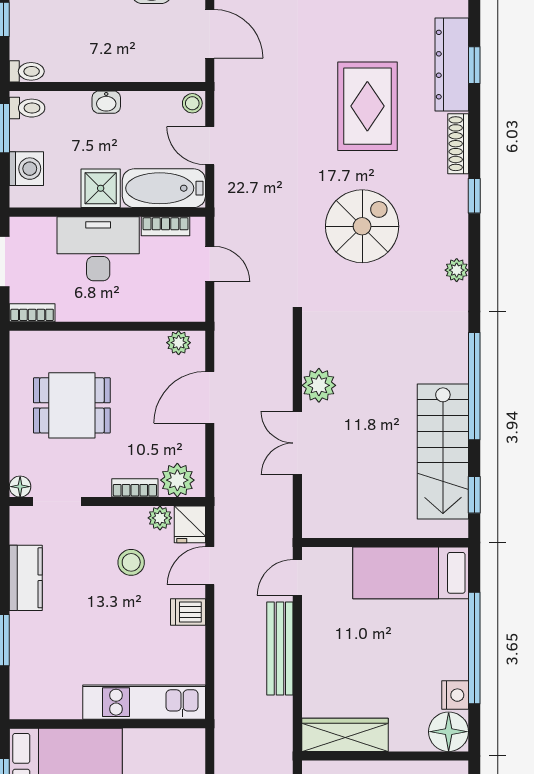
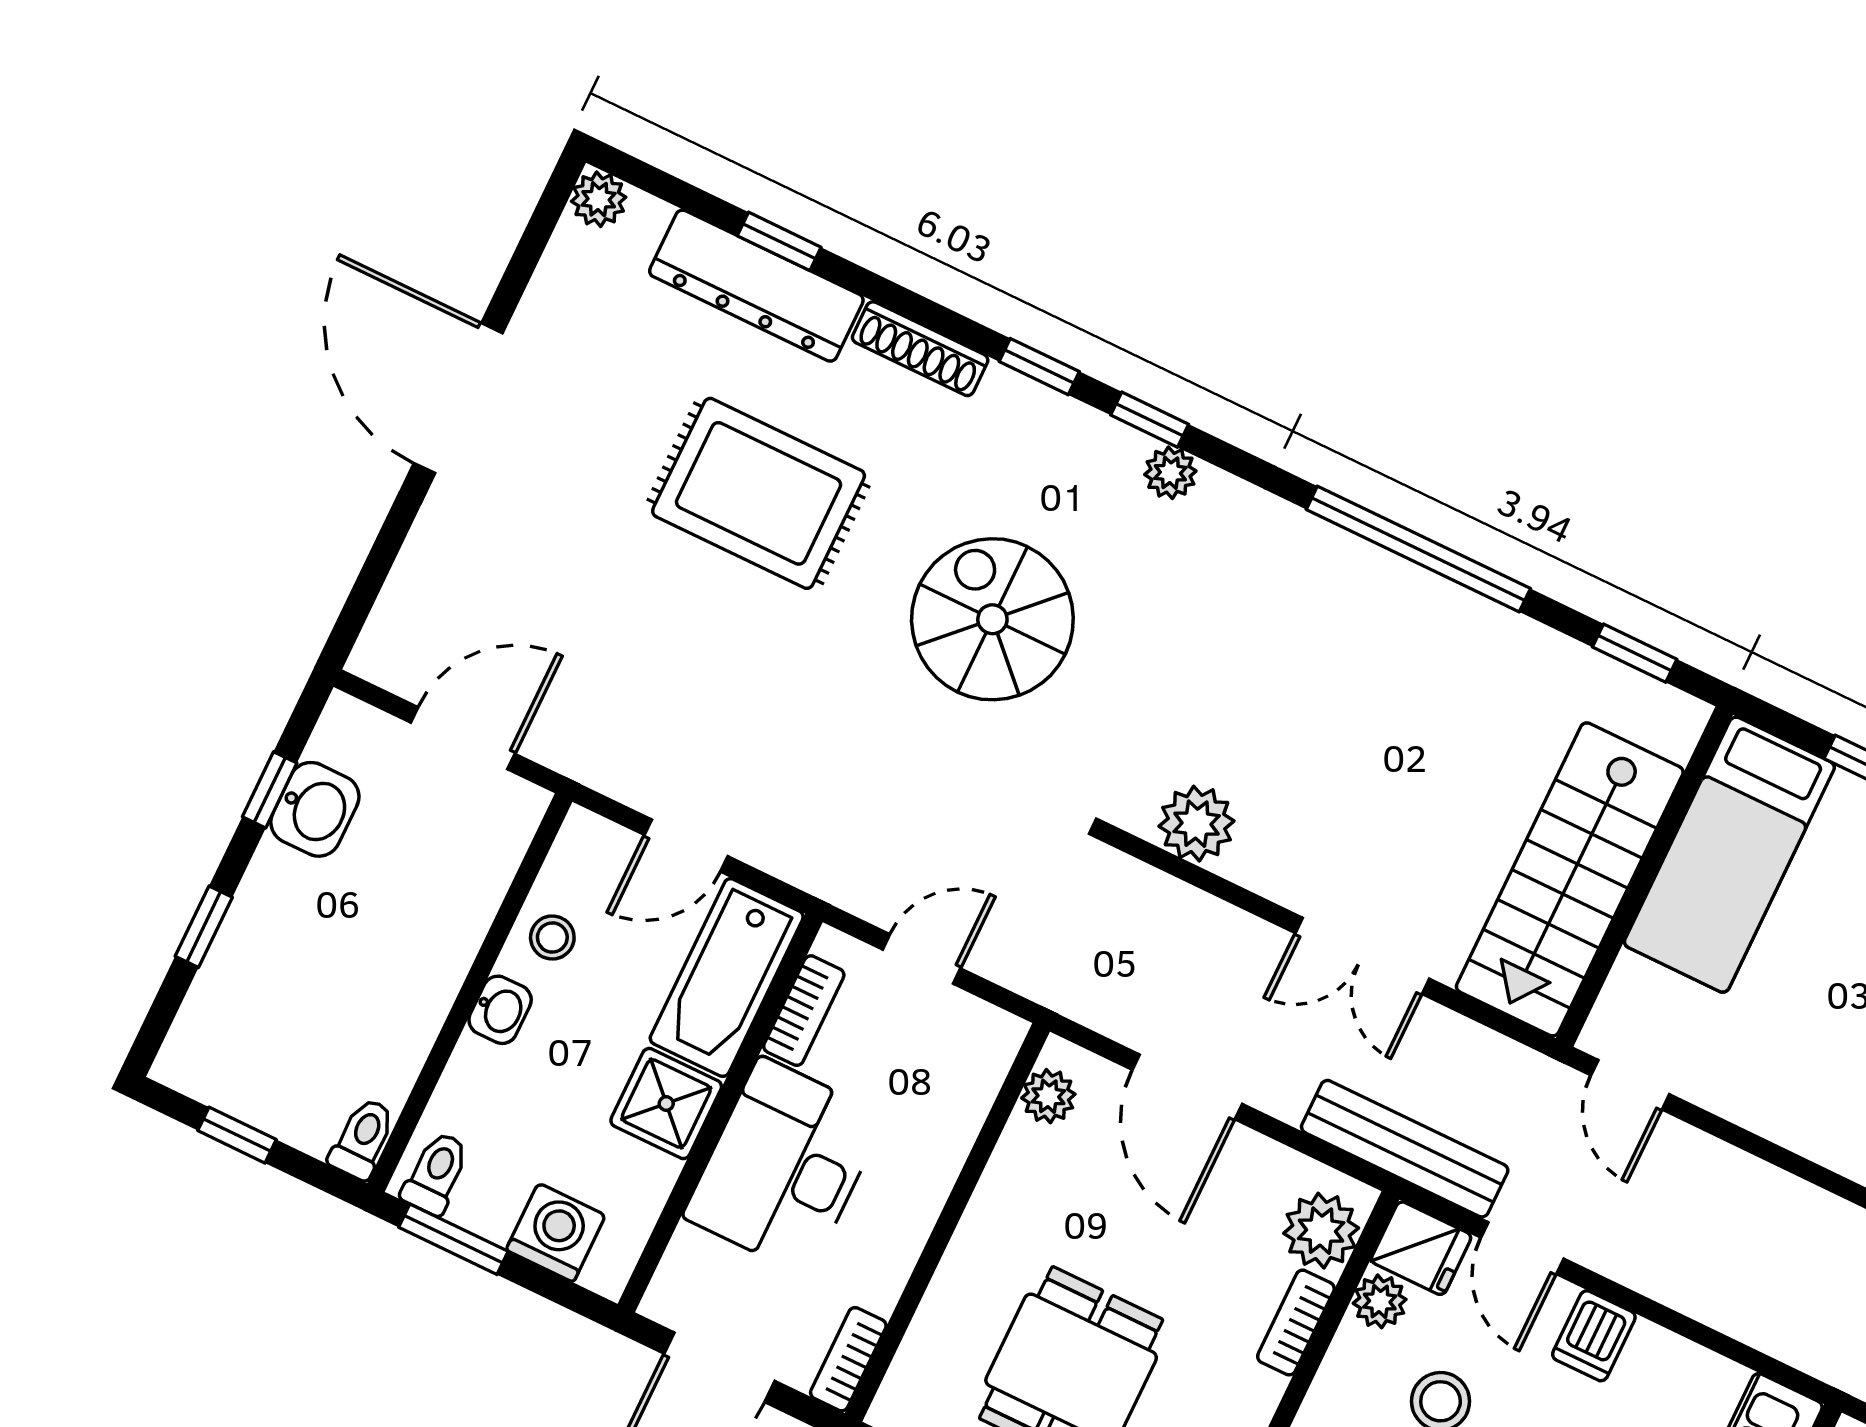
stool: (192, 103) -> (552, 938), moved
window: (474, 251) -> (1150, 420), added
plant: (319, 385) -> (1197, 824), moved
stairs: (443, 452) -> (1570, 879), moved, turned 90
bench: (280, 649) -> (1405, 1149), moved

